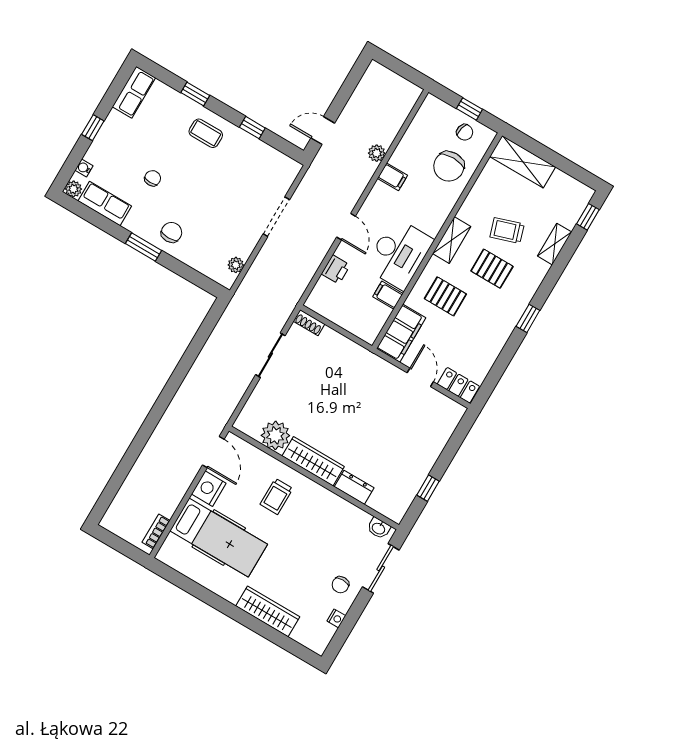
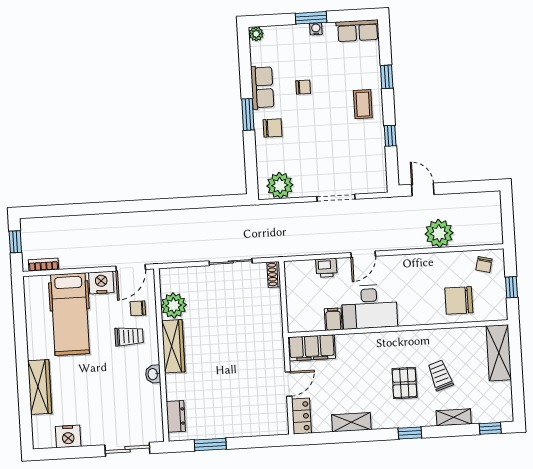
window: (93, 128) -> (311, 18), width x1.50
chair: (465, 132) -> (484, 265), moved
plant: (377, 153) -> (439, 233), width x1.88, depth x1.88
water cooler: (84, 168) -> (316, 29), moved
filing cabinet: (392, 177) -> (423, 264), removed
row of seats: (105, 203) -> (262, 87), moved
shelving: (452, 240) -> (351, 422), moved
plant: (236, 265) -> (280, 185), width x1.88, depth x1.88
pallet: (445, 296) -> (361, 362), removed
window: (528, 318) -> (410, 433), moved
dresser: (354, 487) -> (176, 416), moved
window: (428, 488) -> (210, 445), width x1.50
trolley: (276, 496) -> (129, 336), turned 180
washbasin: (379, 528) -> (153, 374), moved
window: (117, 543) -> (15, 242), added
chair: (340, 585) -> (138, 308), moved
nightstand: (336, 618) -> (68, 436), width x1.89, depth x1.79

